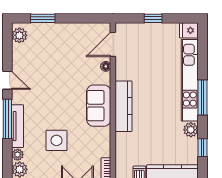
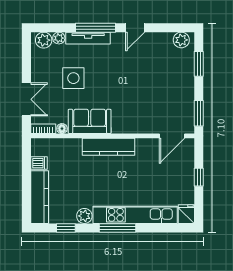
window: (91, 18) -> (199, 113), added
door: (113, 44) -> (172, 136), swing flipped
floor lamp: (106, 66) -> (62, 129), moved
sofa: (99, 106) -> (90, 121), moved

